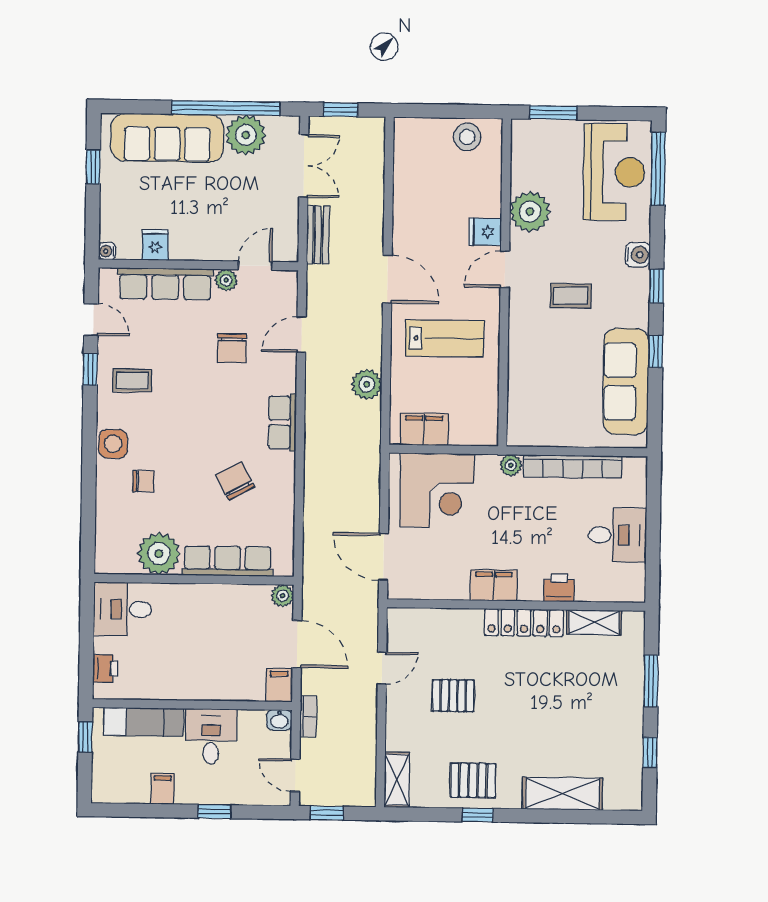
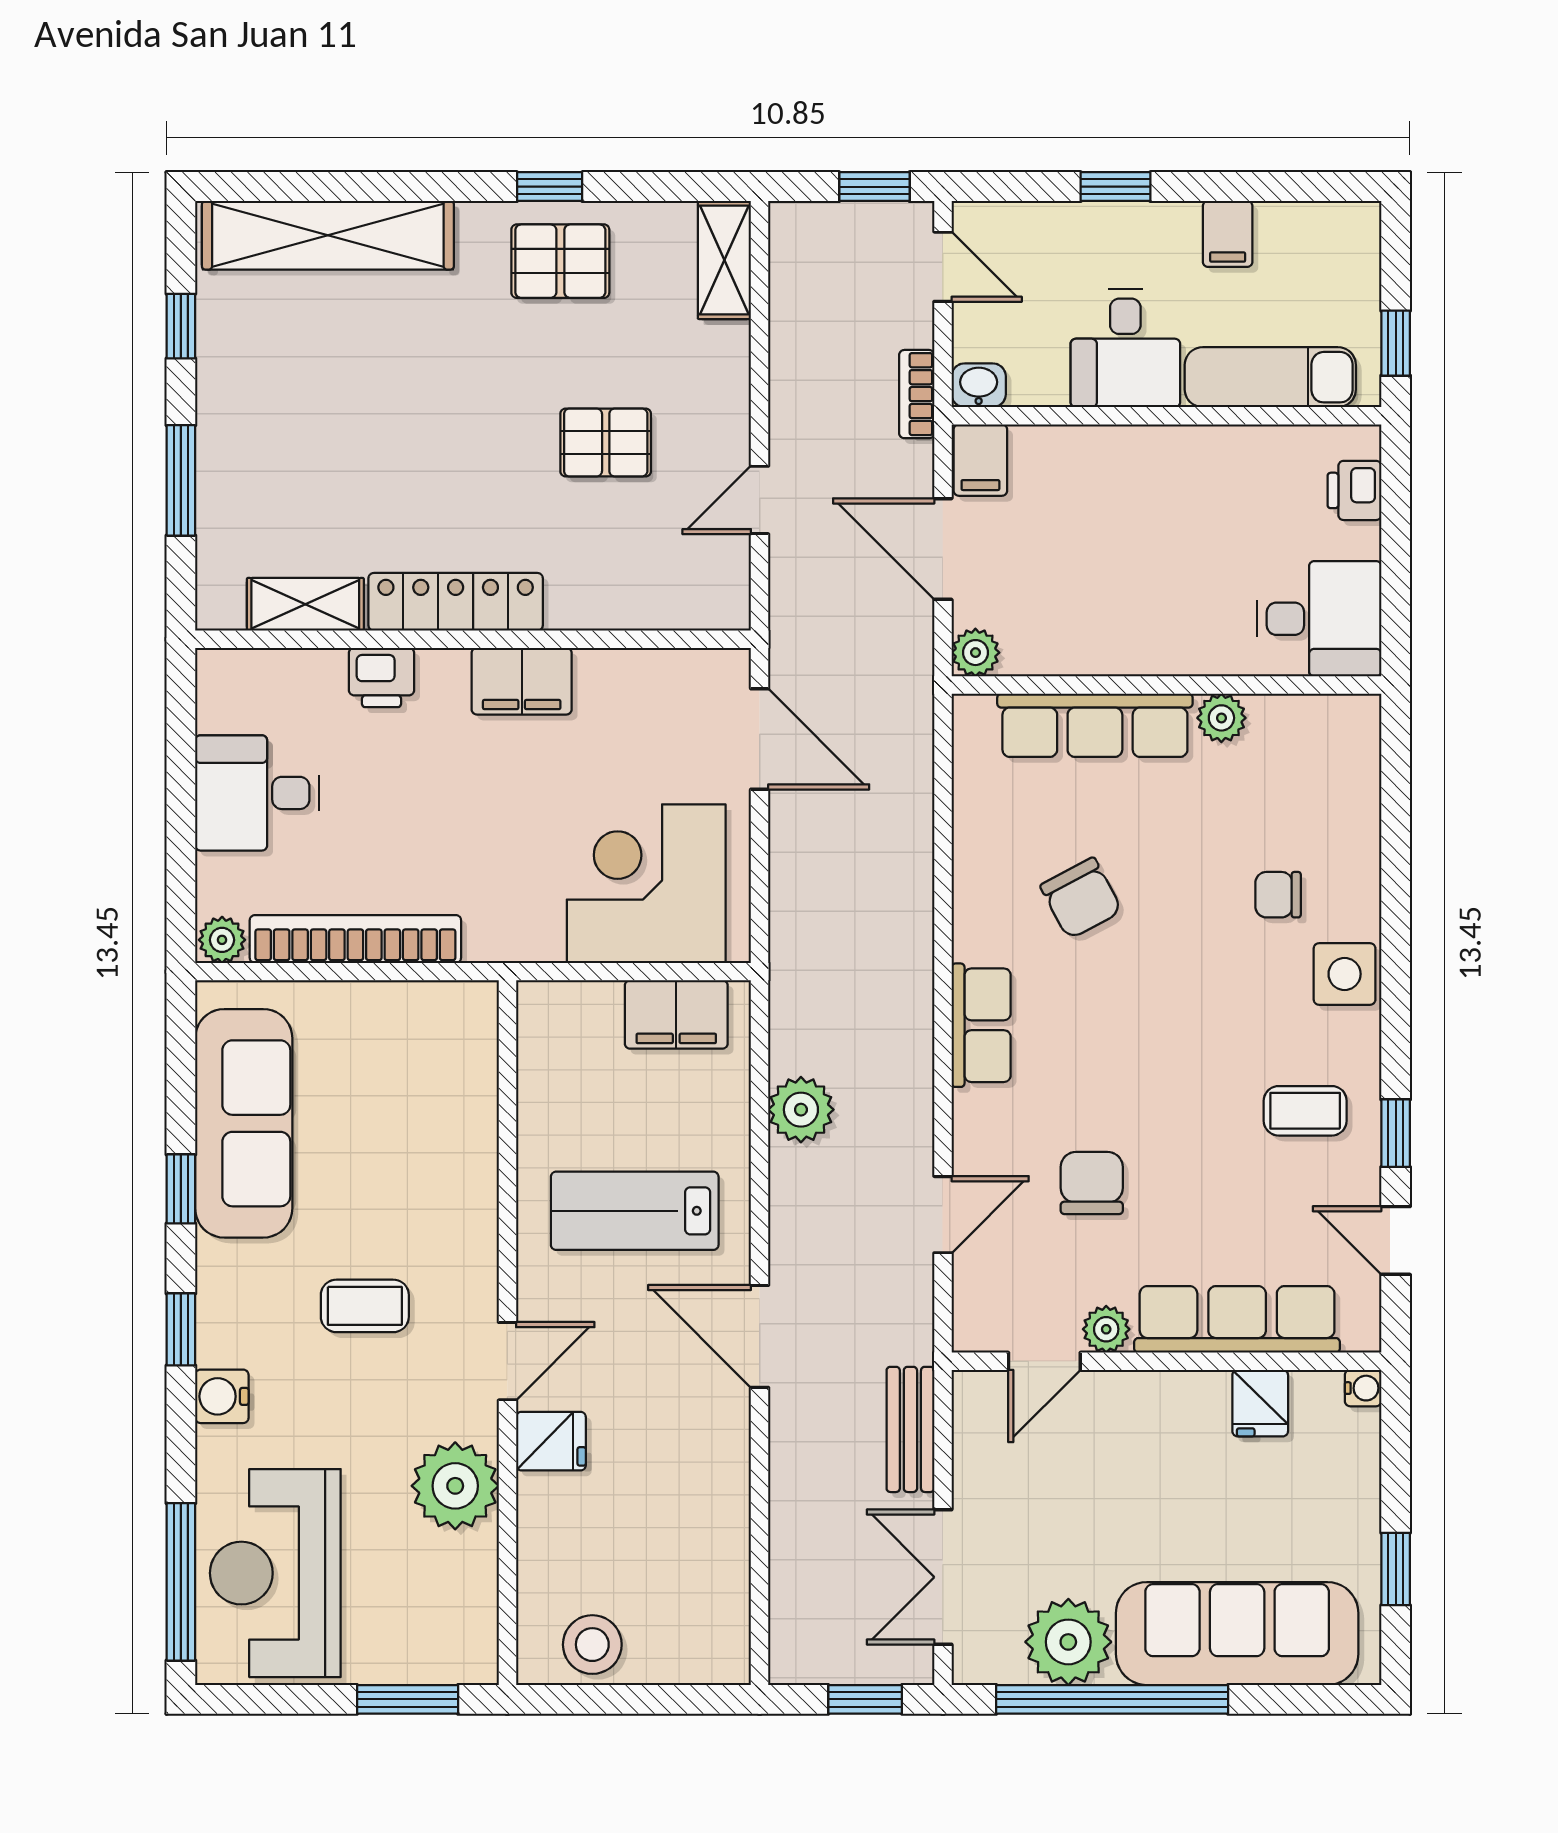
plant: (511, 465) -> (222, 940), moved
plant: (159, 554) -> (1221, 718), width x0.53, depth x0.53
shelving: (562, 794) -> (328, 235), width x1.47

